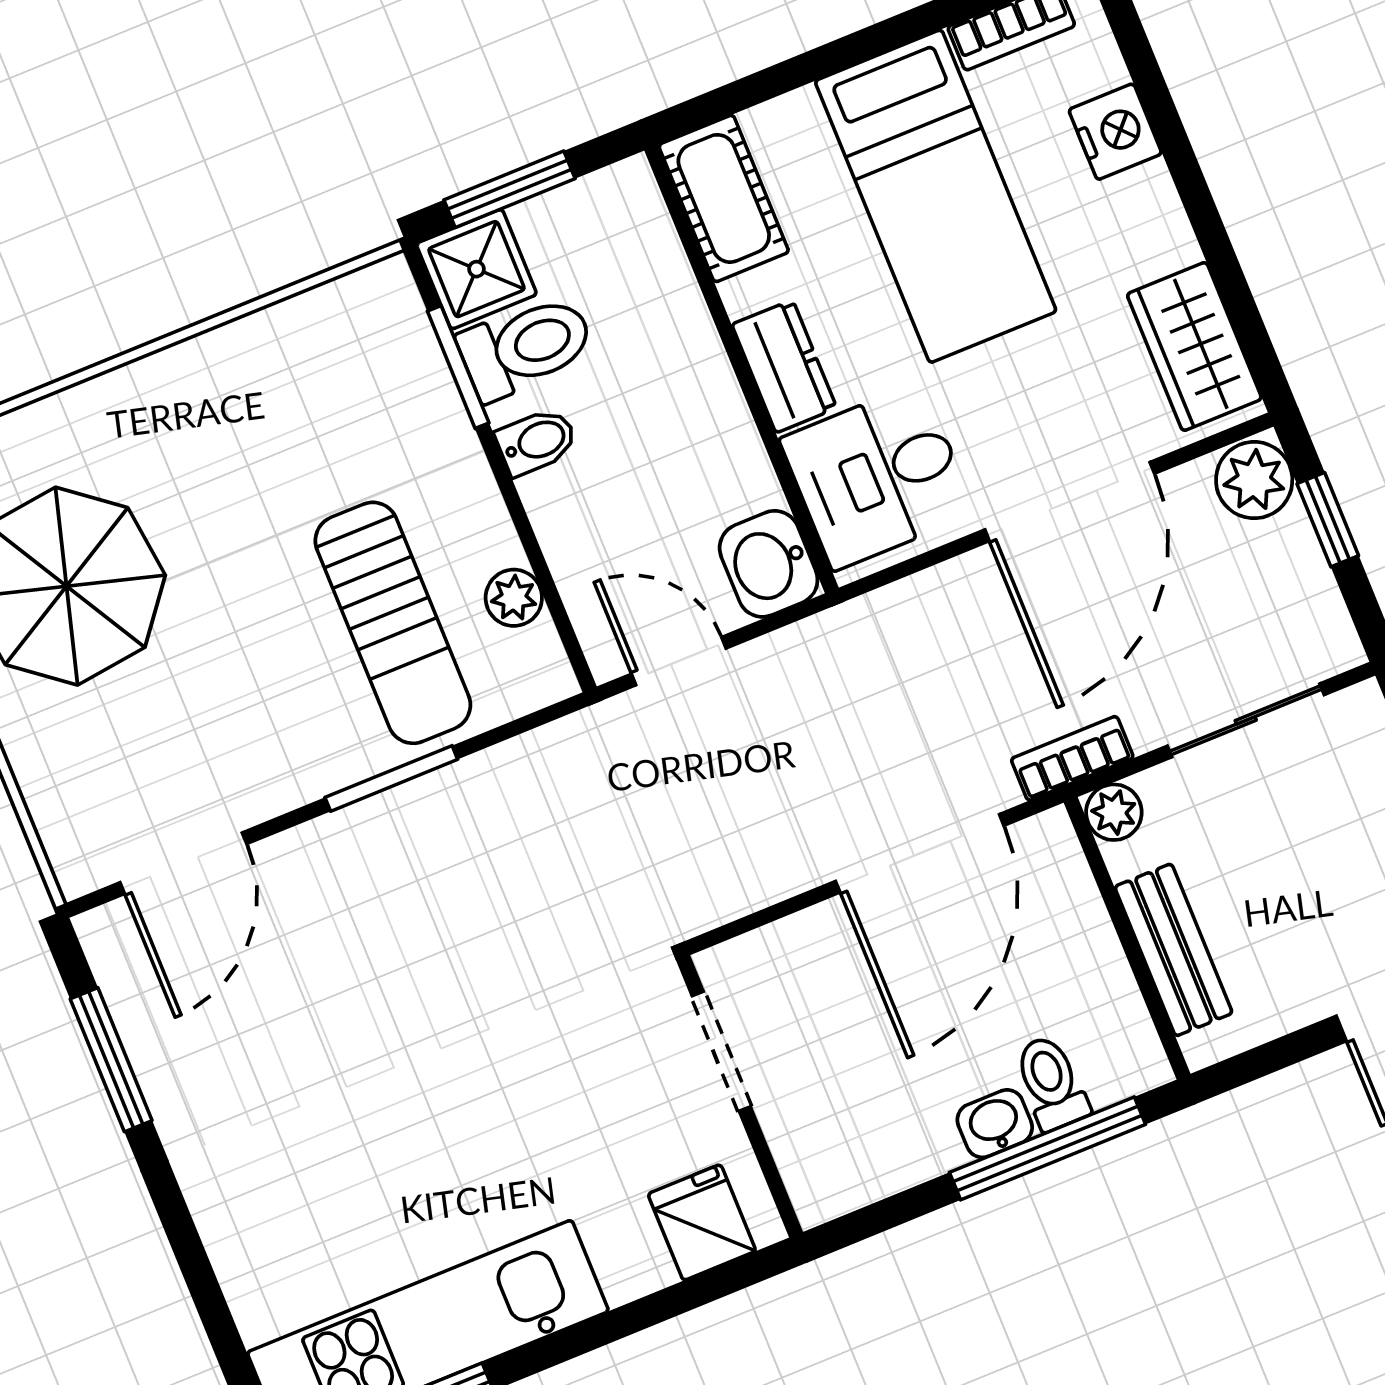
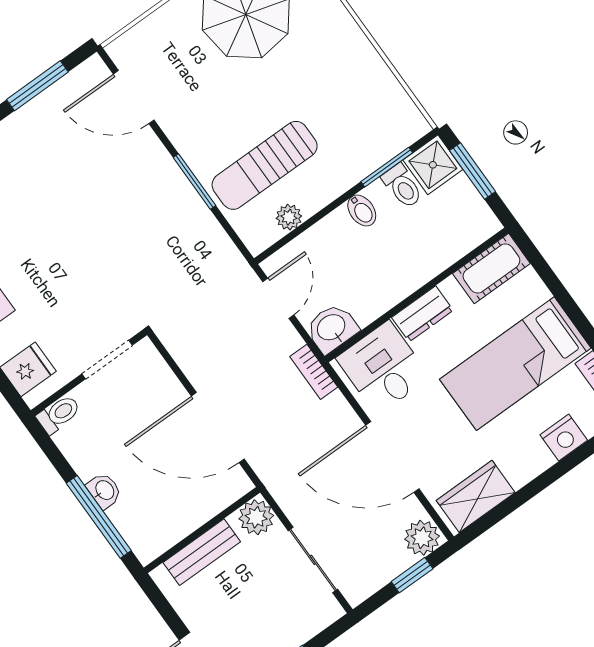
toilet: (526, 347) -> (402, 186), width x0.73, depth x0.72
bookcase: (1072, 758) -> (314, 372), moved, turned 180
plant: (1114, 812) -> (256, 517), width x1.38, depth x1.38
toilet: (1051, 1083) -> (59, 414), moved

